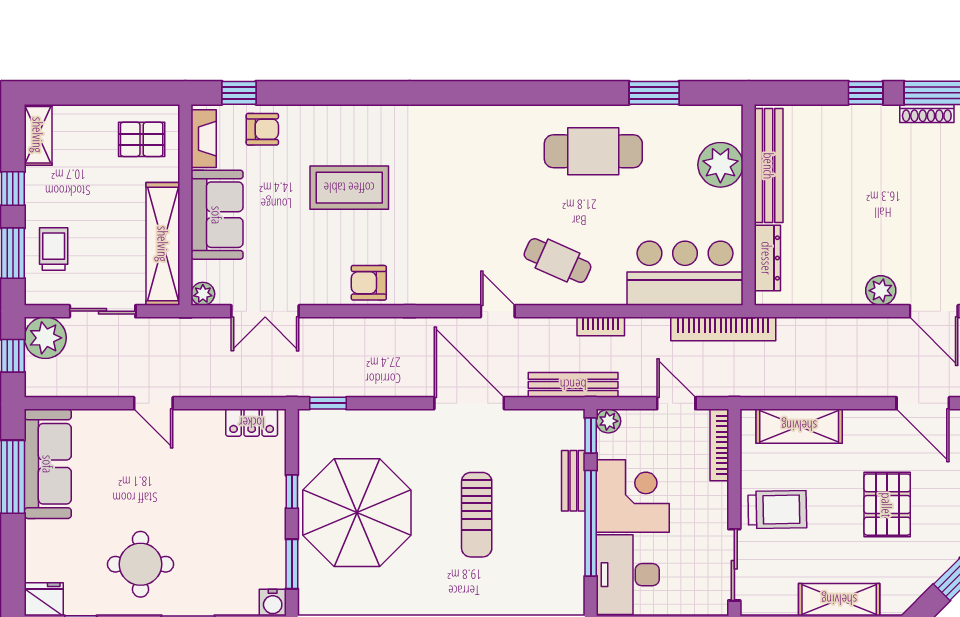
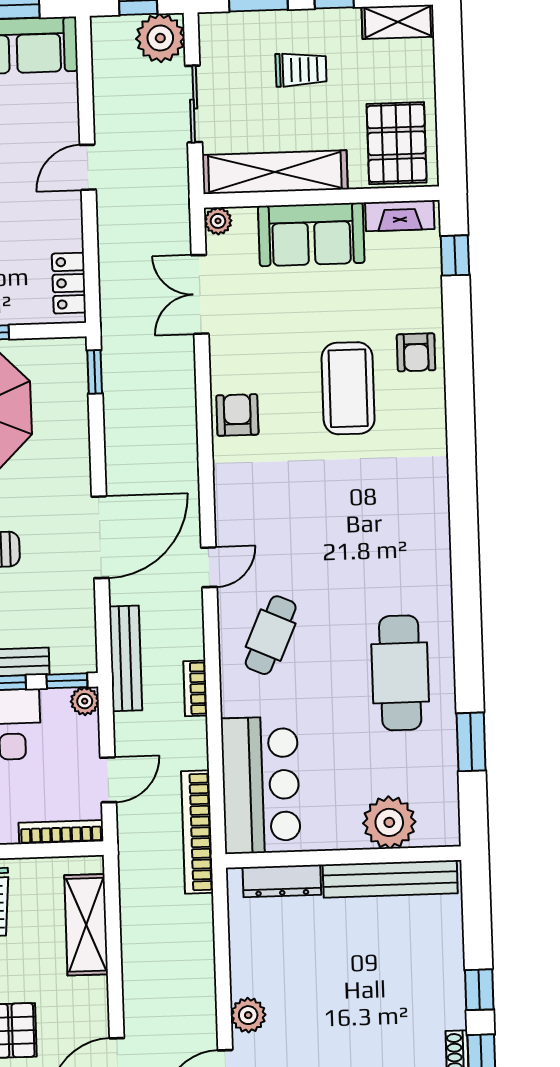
armchair: (262, 129) -> (416, 352), moved
pallet: (142, 139) -> (397, 143), width x1.50, depth x1.42
trolley: (54, 249) -> (301, 70), moved

